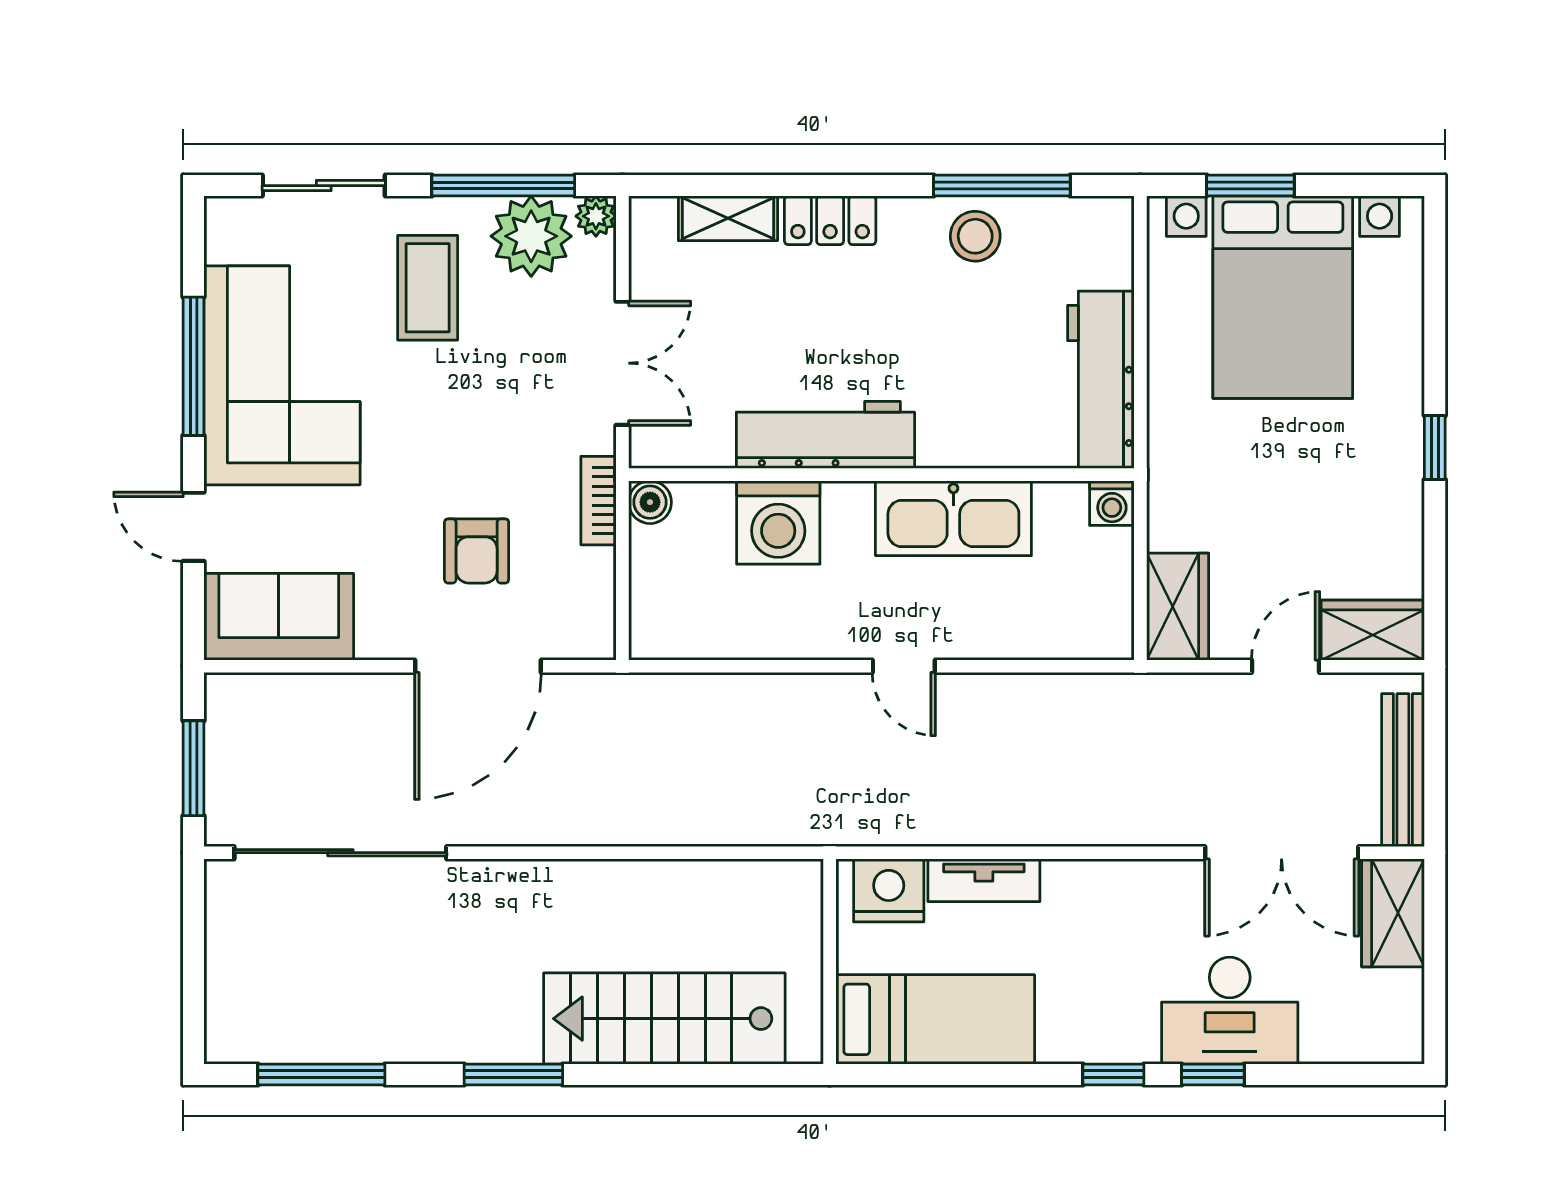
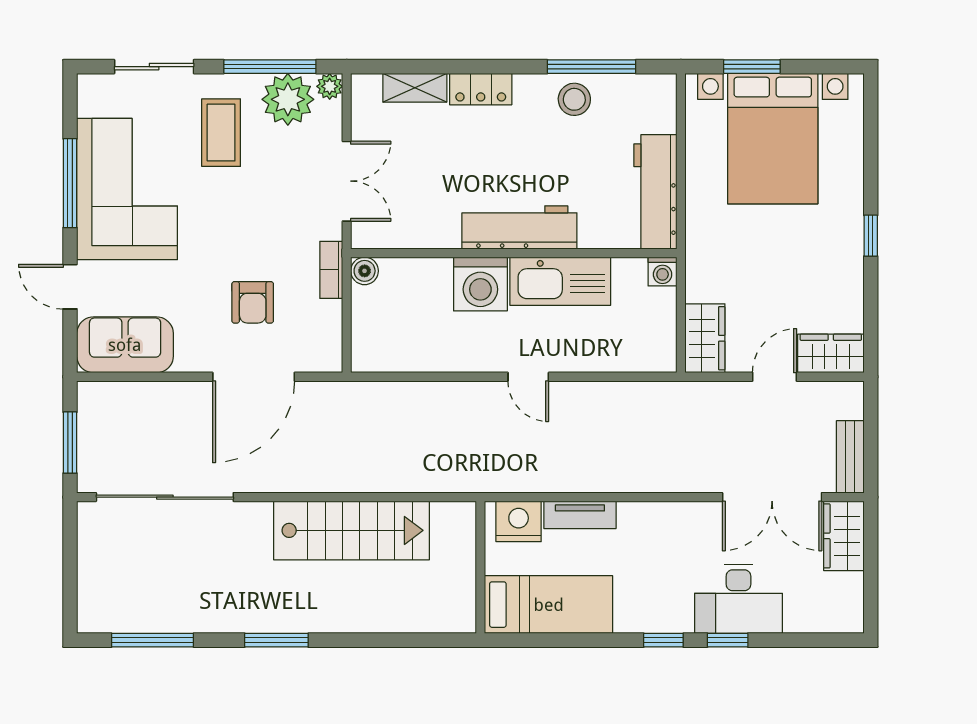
workbench: (825, 435) -> (519, 227), moved
washing machine: (778, 522) -> (480, 284), moved
bench: (1403, 770) -> (850, 457), width x0.73
stairs: (664, 1019) -> (351, 530), moved, turned 180

